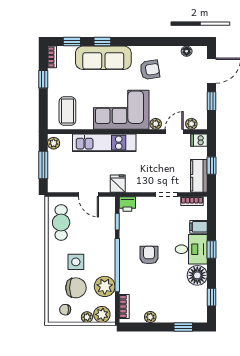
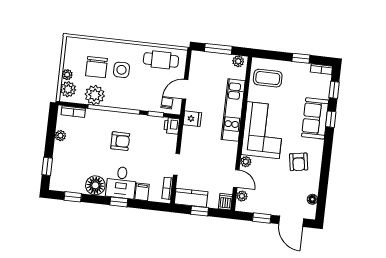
sofa: (103, 58) -> (315, 118), width x0.73
chair: (65, 310) -> (167, 103), moved

